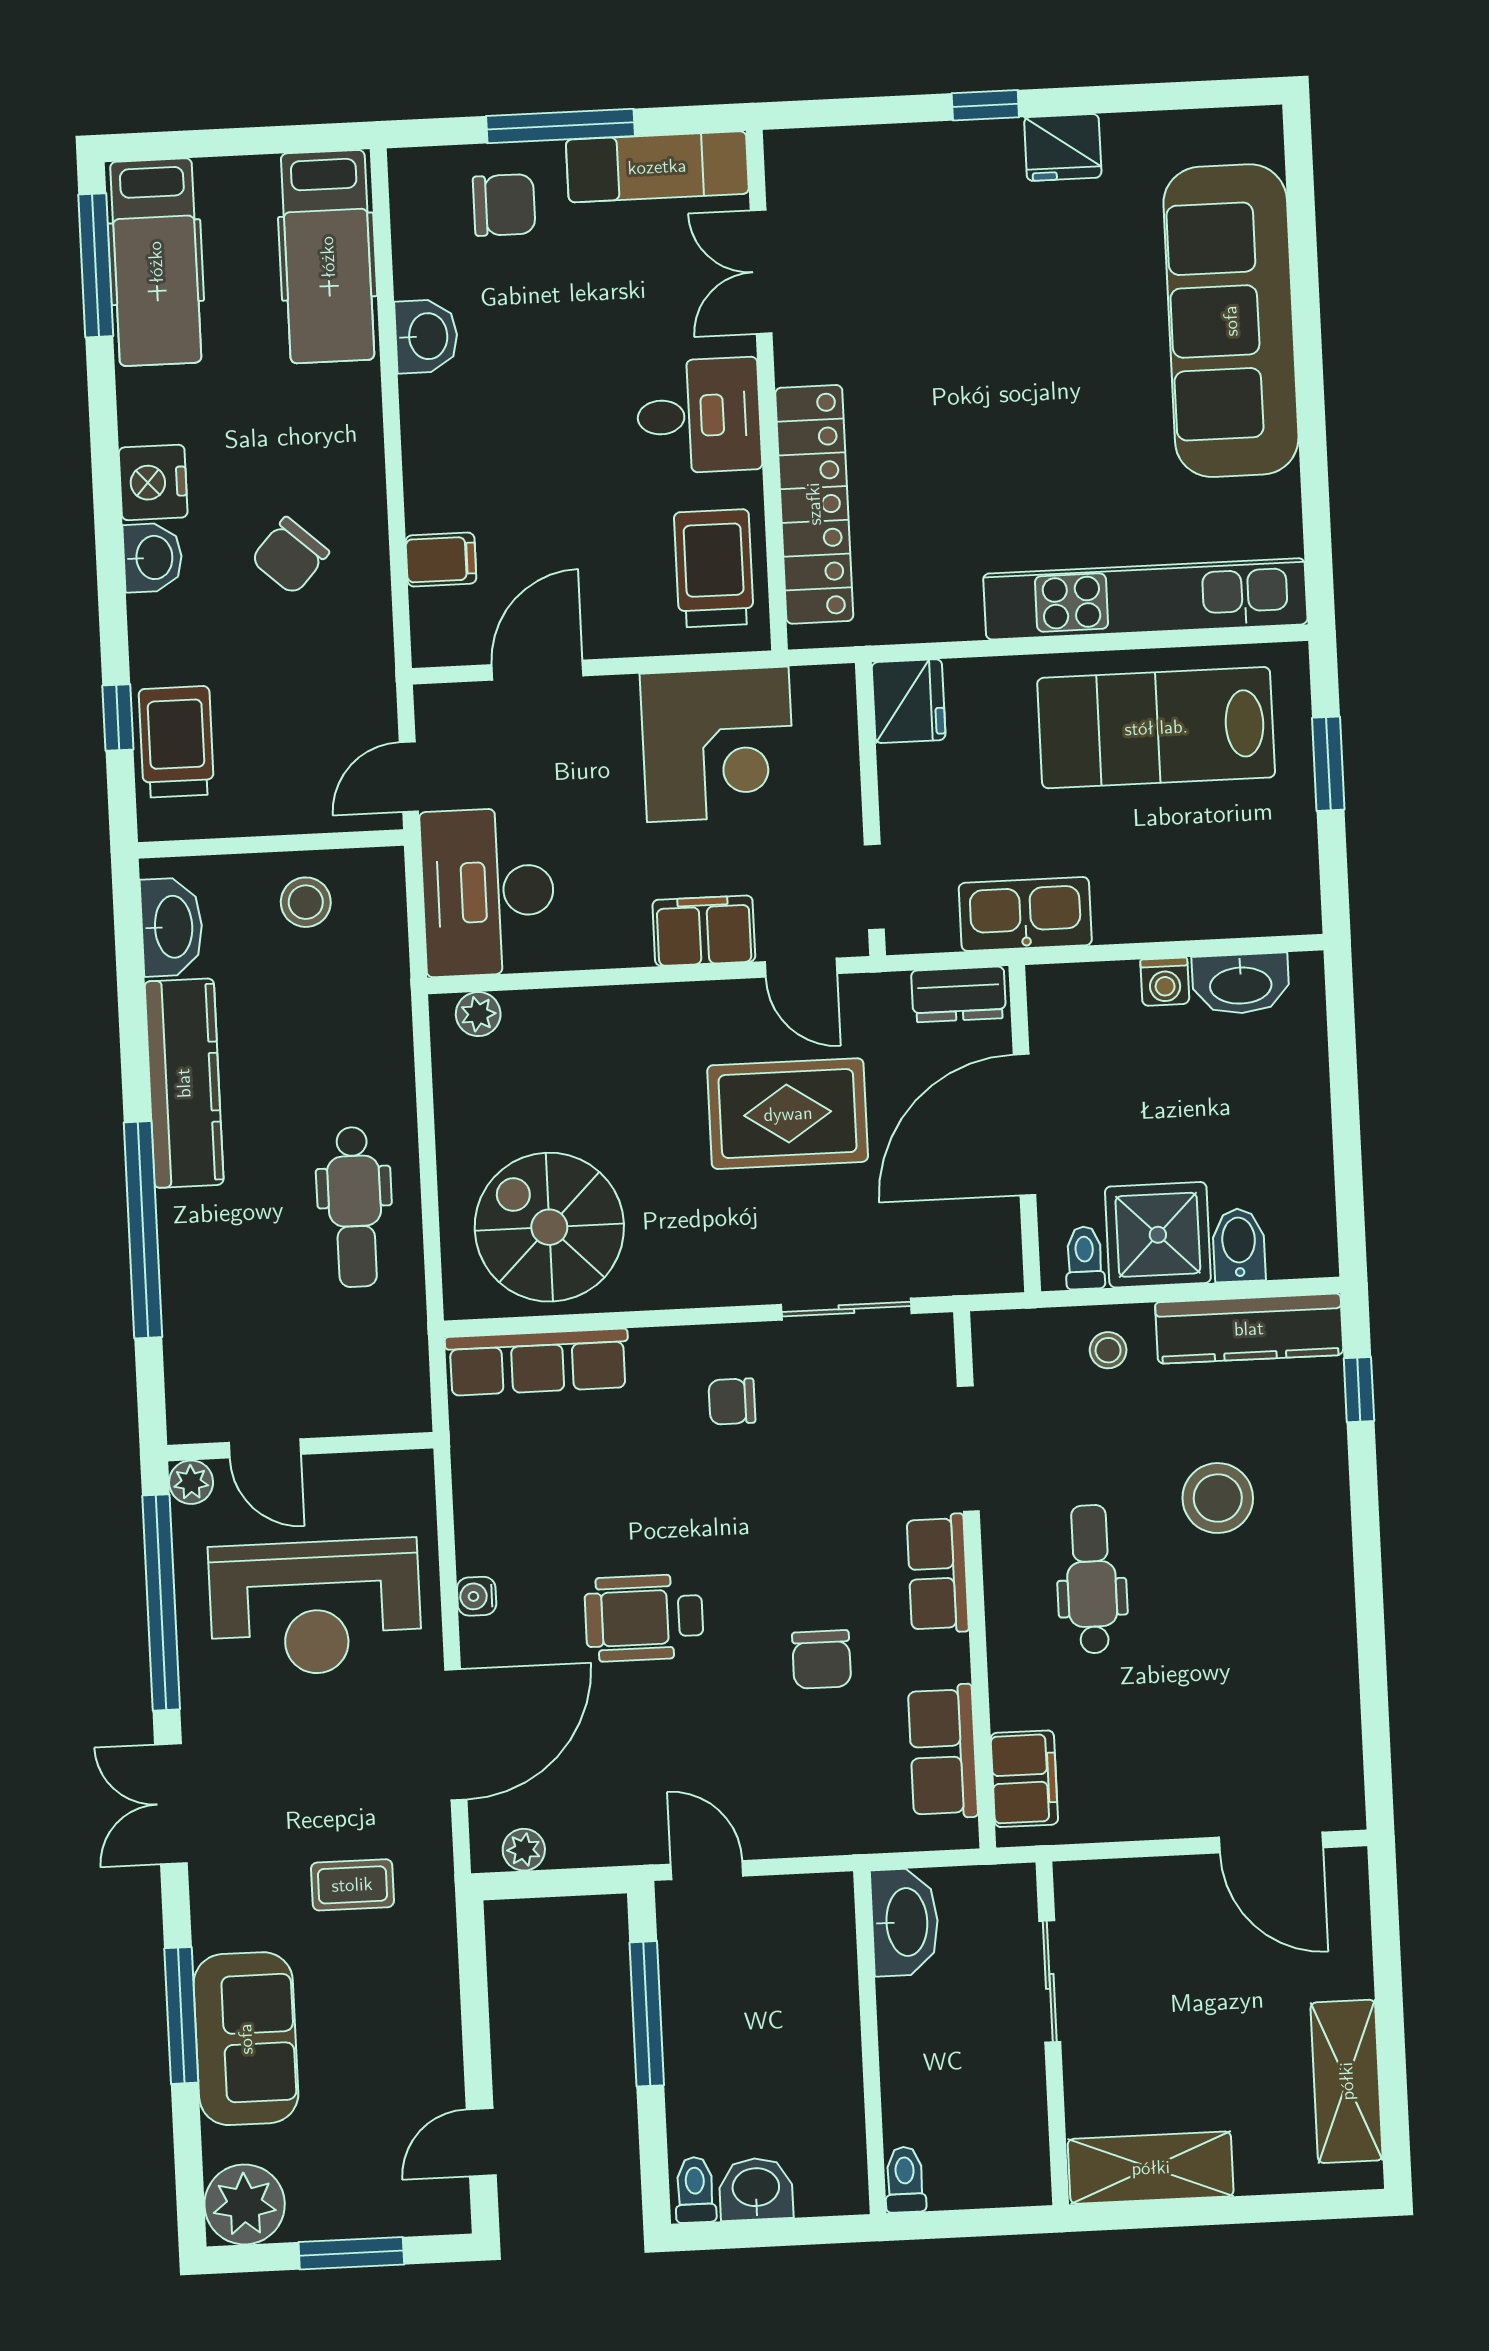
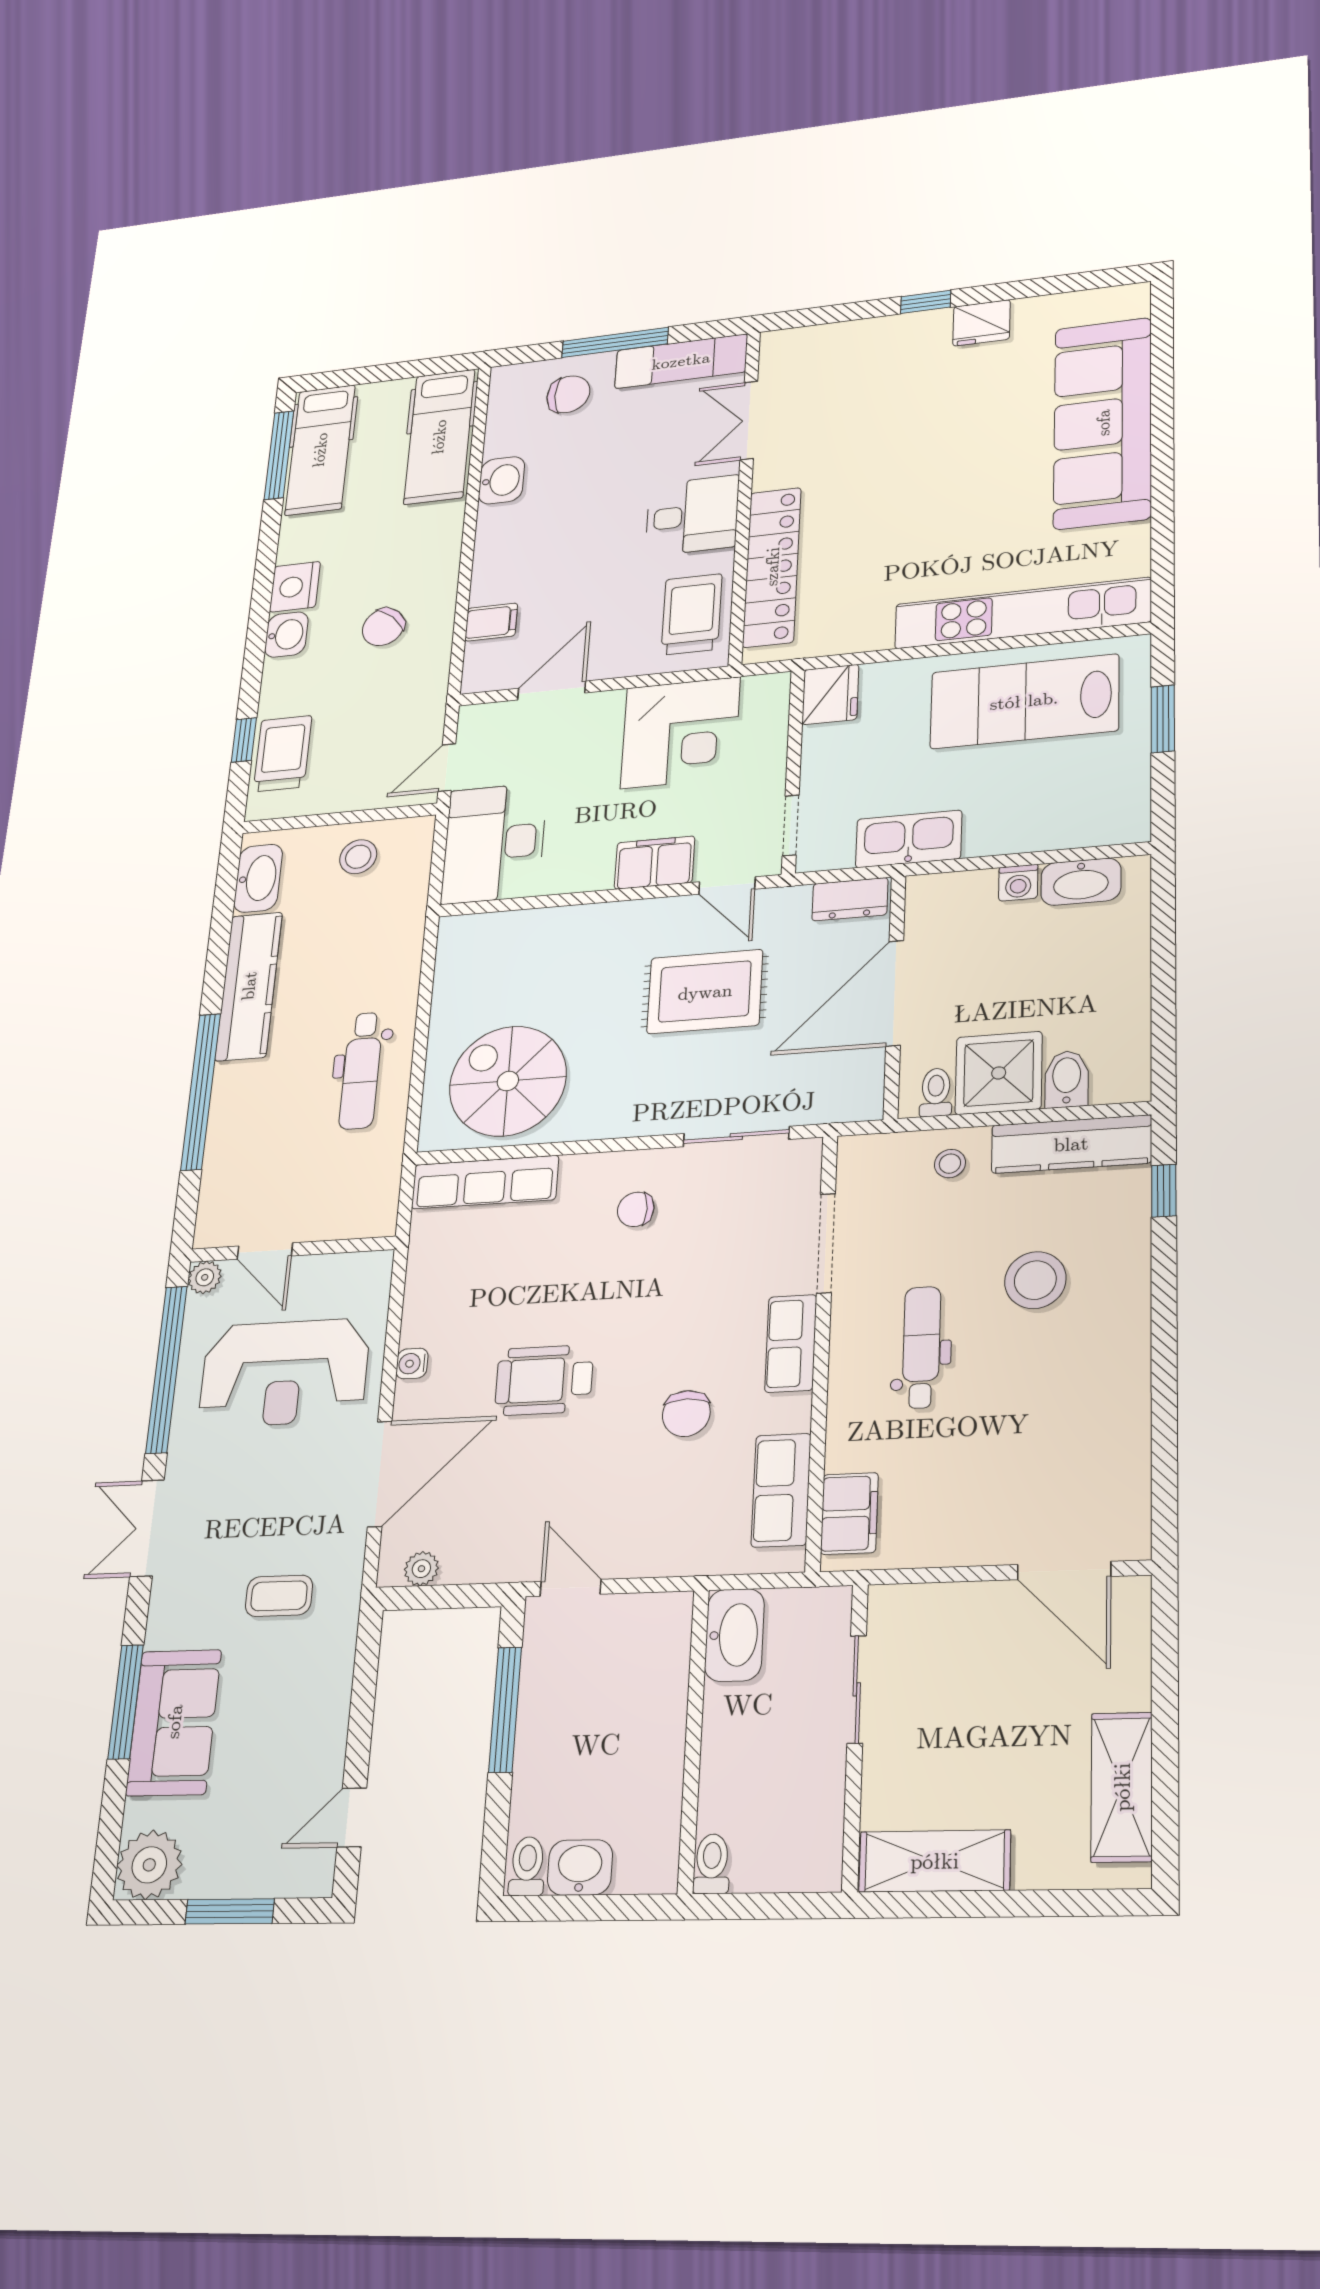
plant: (478, 1014) -> (475, 929), removed

